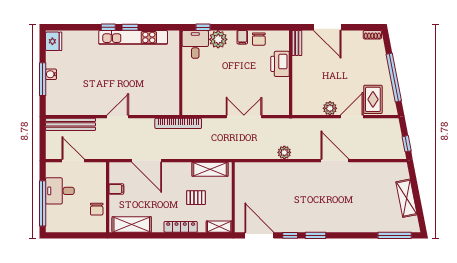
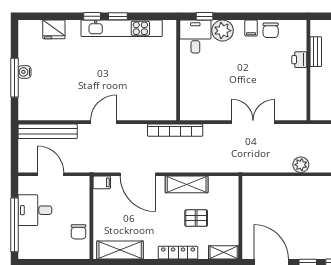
fridge: (54, 41) -> (54, 29), moved, turned 90
bench: (297, 43) -> (316, 52), moved
printer: (280, 64) -> (299, 60), width x0.53, depth x0.68
shelving: (210, 169) -> (187, 184), moved
filing cabinet: (116, 189) -> (102, 182), moved

